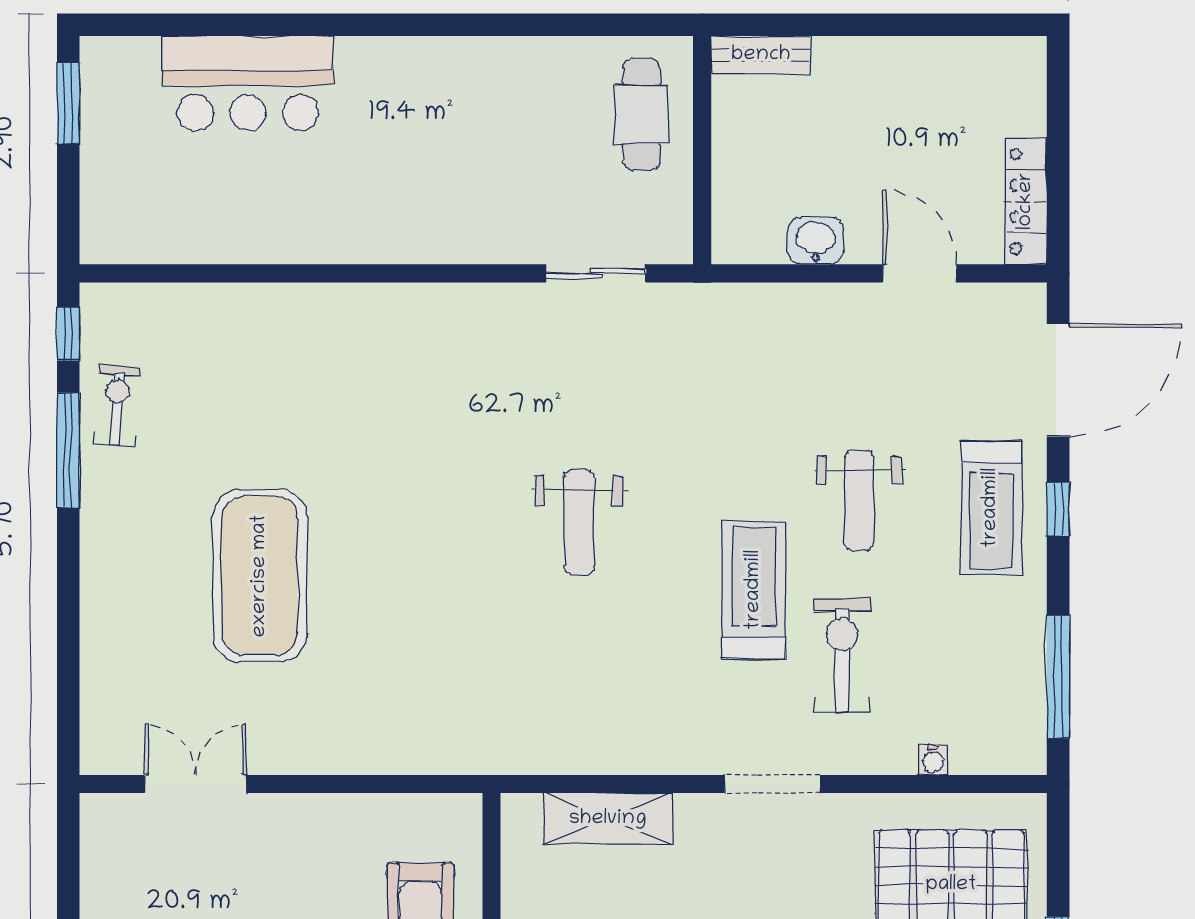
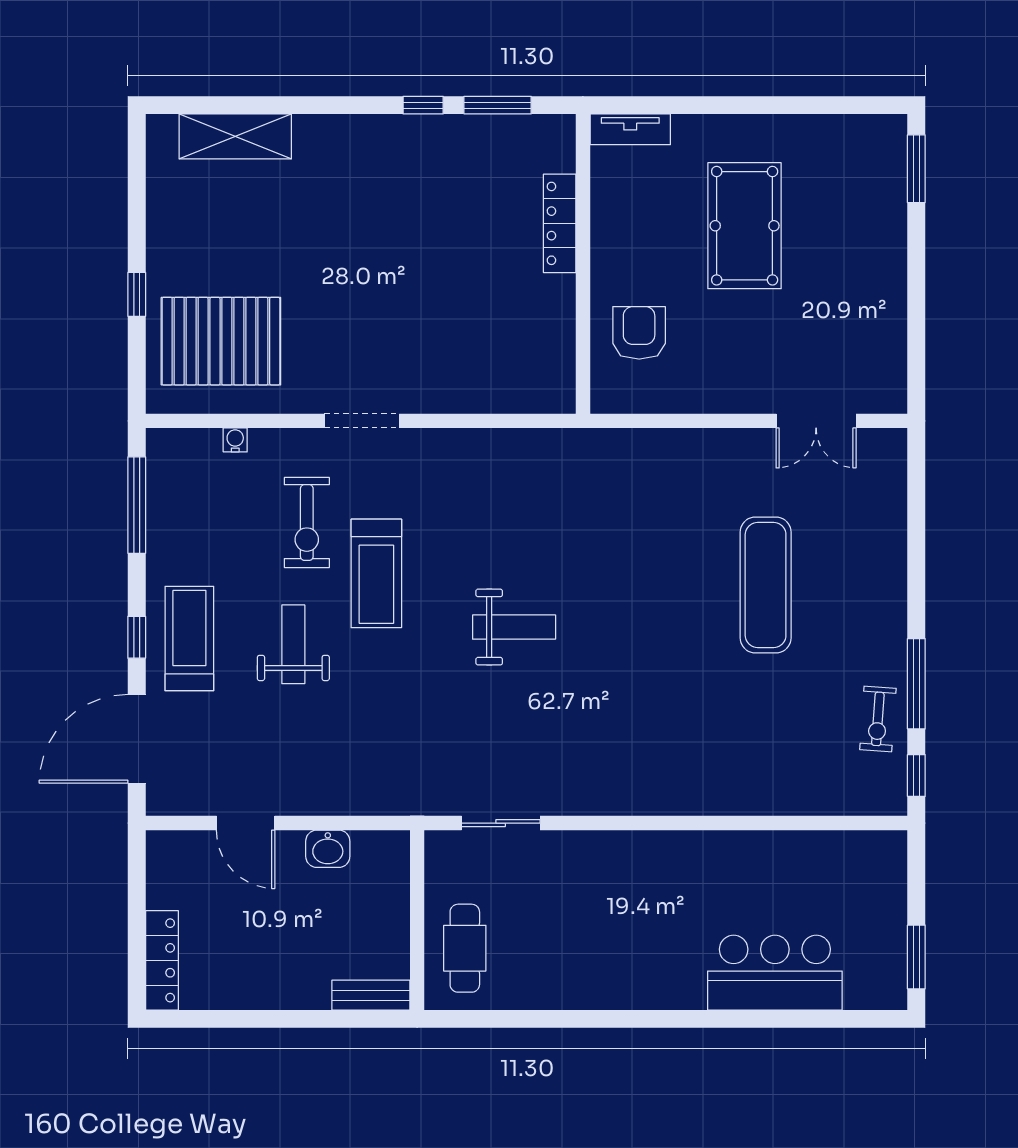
locker: (1026, 201) -> (162, 960), moved
weight bench: (579, 522) -> (514, 627), turned 90
exercise mat: (260, 576) -> (766, 585), width x0.68
shelving: (608, 819) -> (491, 394), removed

